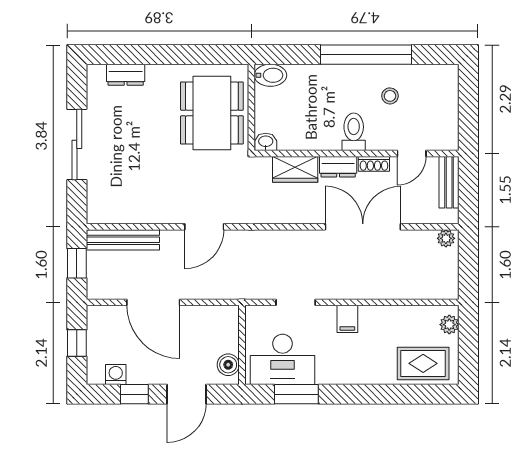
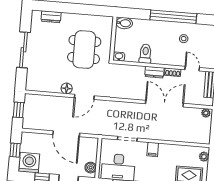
dining table: (212, 113) -> (84, 49), moved
toilet: (354, 132) -> (145, 54), moved
door: (412, 153) -> (192, 69), swing flipped
wardrobe: (295, 169) -> (133, 72), removed
floor lamp: (168, 213) -> (67, 88), added
bench: (123, 240) -> (43, 100), removed
door: (153, 302) -> (66, 134), moved
washing machine: (116, 374) -> (29, 163), width x1.89, depth x1.89

